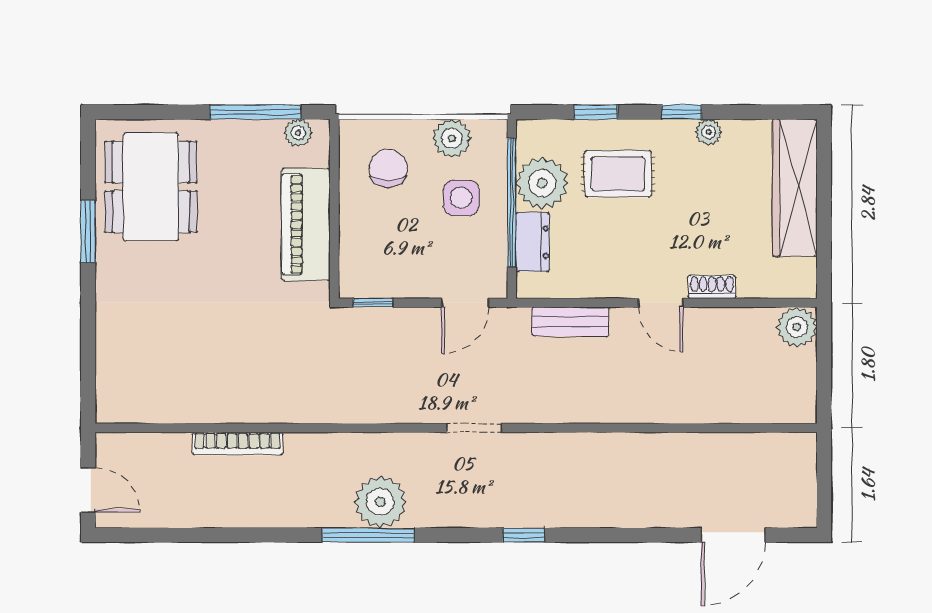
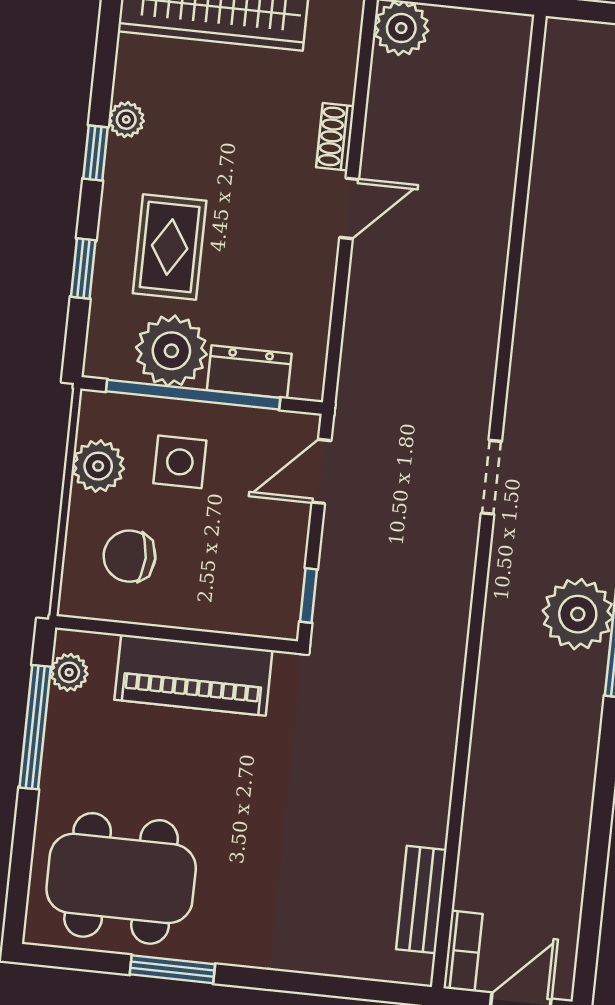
door: (465, 303) -> (322, 471), swing flipped
bench: (571, 322) -> (421, 900), moved
bookcase: (237, 444) -> (463, 951), moved, width x0.64

